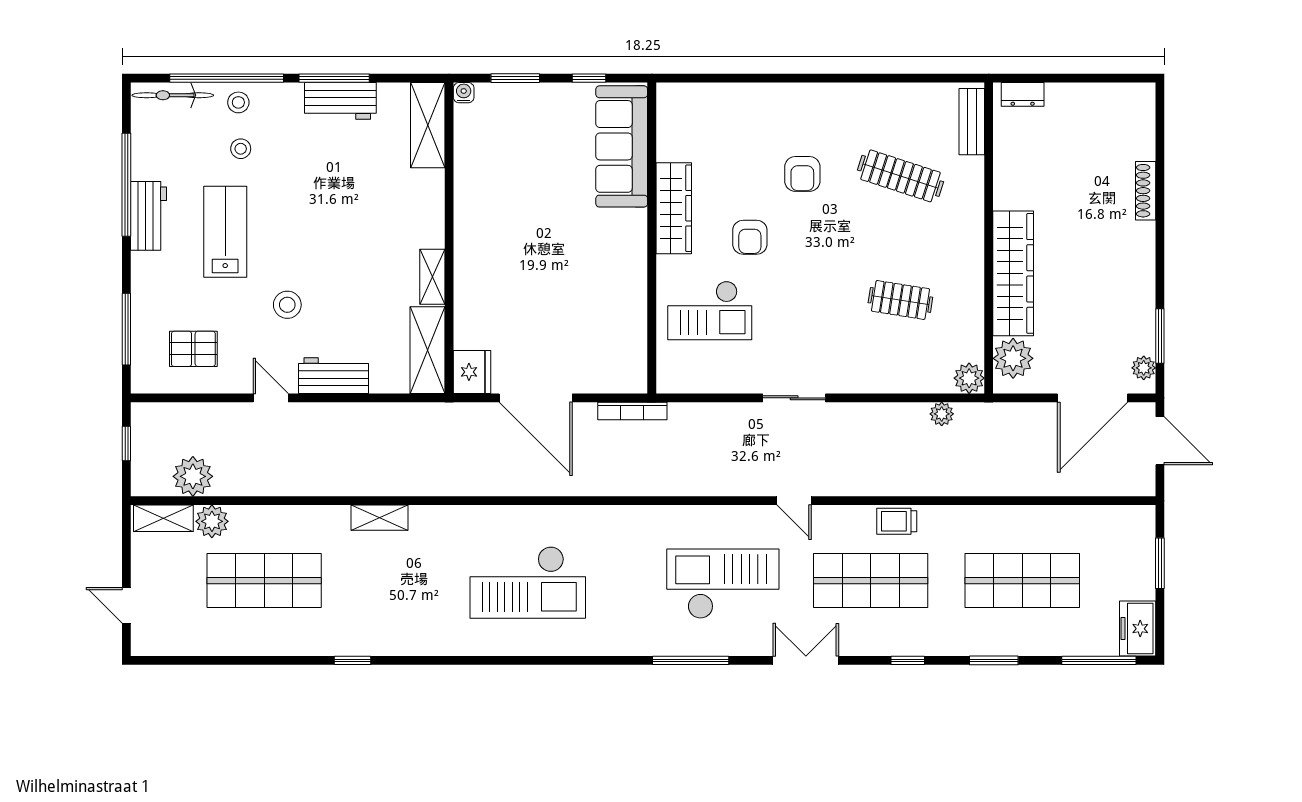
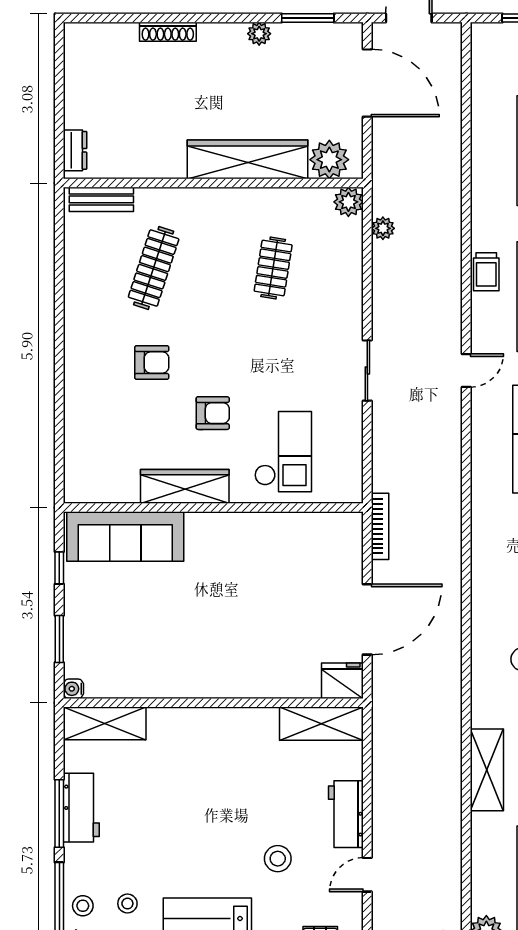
shelving: (432, 277) -> (251, 719), removed
plant: (1144, 368) -> (259, 34), moved
shelving: (379, 518) -> (487, 770), width x1.50, depth x1.33

